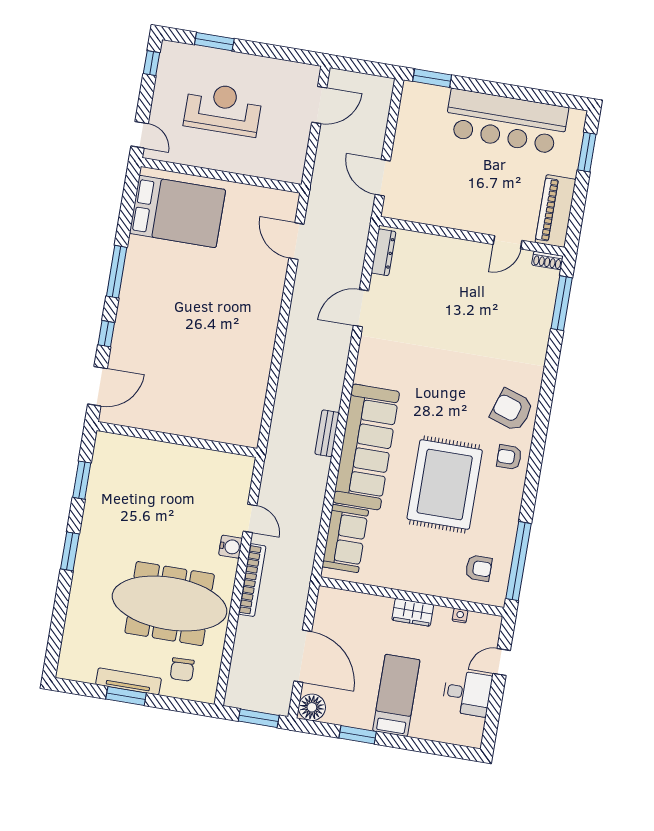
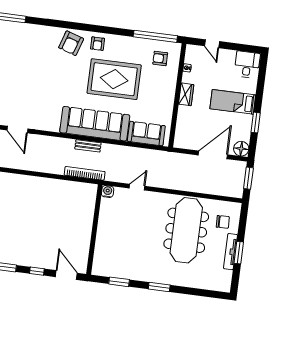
water cooler: (231, 547) -> (108, 191), moved
armchair: (479, 568) -> (160, 58), turned -90
bookcase: (252, 580) -> (85, 173), moved
desk: (467, 693) -> (247, 65), moved

